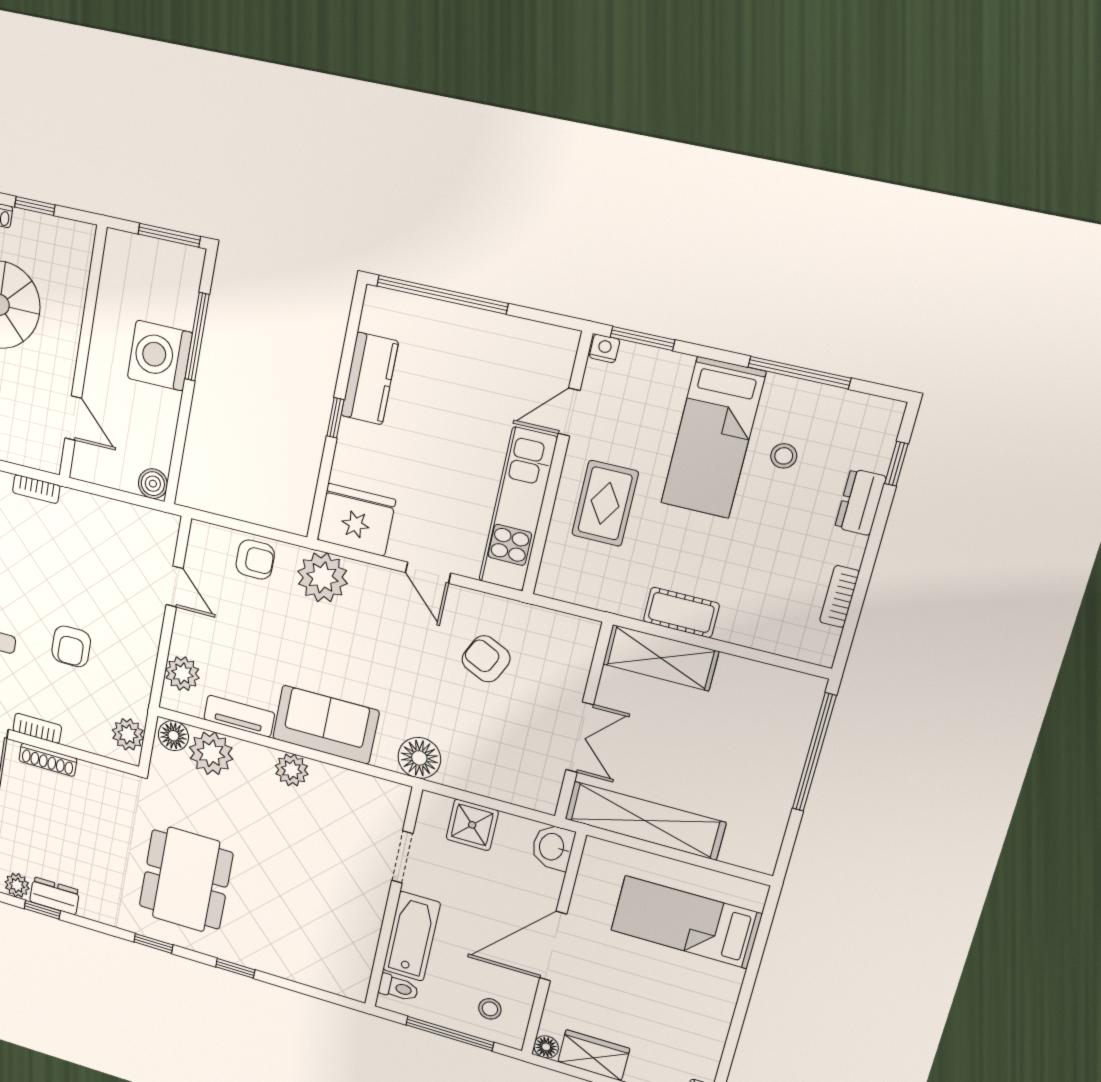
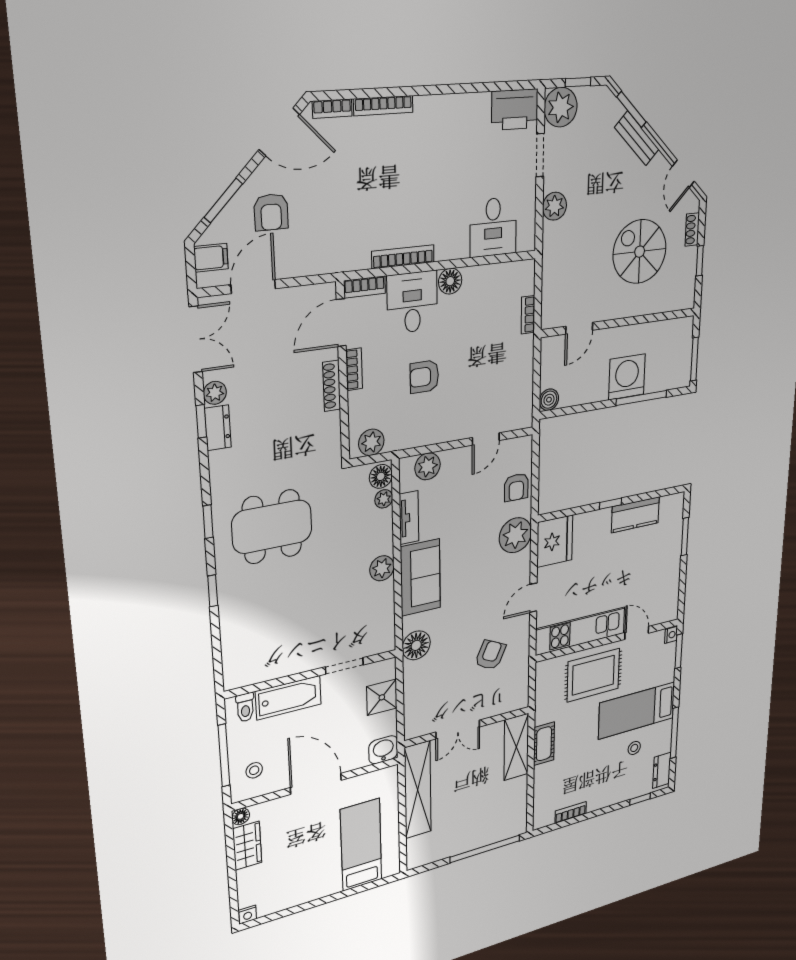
window: (442, 295) -> (685, 537), width x0.47
dresser: (860, 502) -> (662, 770), moved, turned -90
rug: (605, 503) -> (593, 675), width x1.36, depth x1.43
plant: (211, 753) -> (384, 499), width x0.53, depth x0.53

